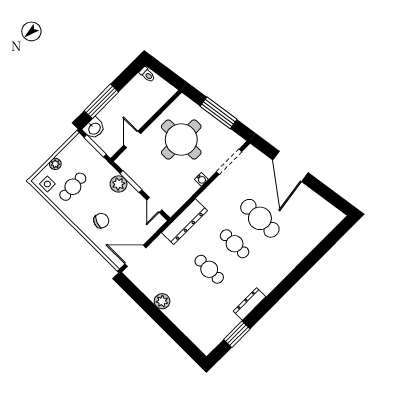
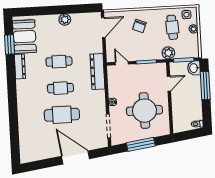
door: (132, 139) -> (169, 84), hinge flipped
plant: (119, 184) -> (168, 53), moved
booth: (215, 326) -> (24, 37), added

